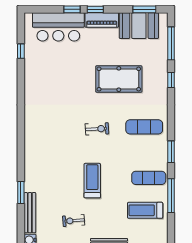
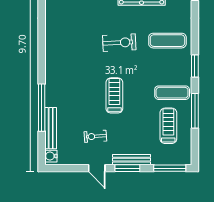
exercise bike: (97, 129) -> (119, 43), width x1.38, depth x1.39
window: (21, 192) -> (42, 108), width x2.11
treadmill: (145, 210) -> (168, 126), turned 90

